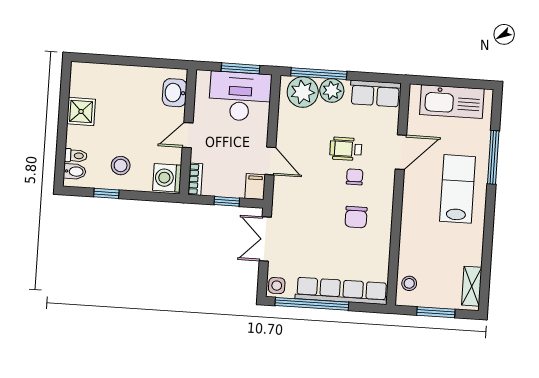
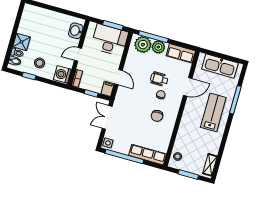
shower: (81, 112) -> (21, 42), moved
row of seats: (342, 291) -> (148, 155), width x0.73

